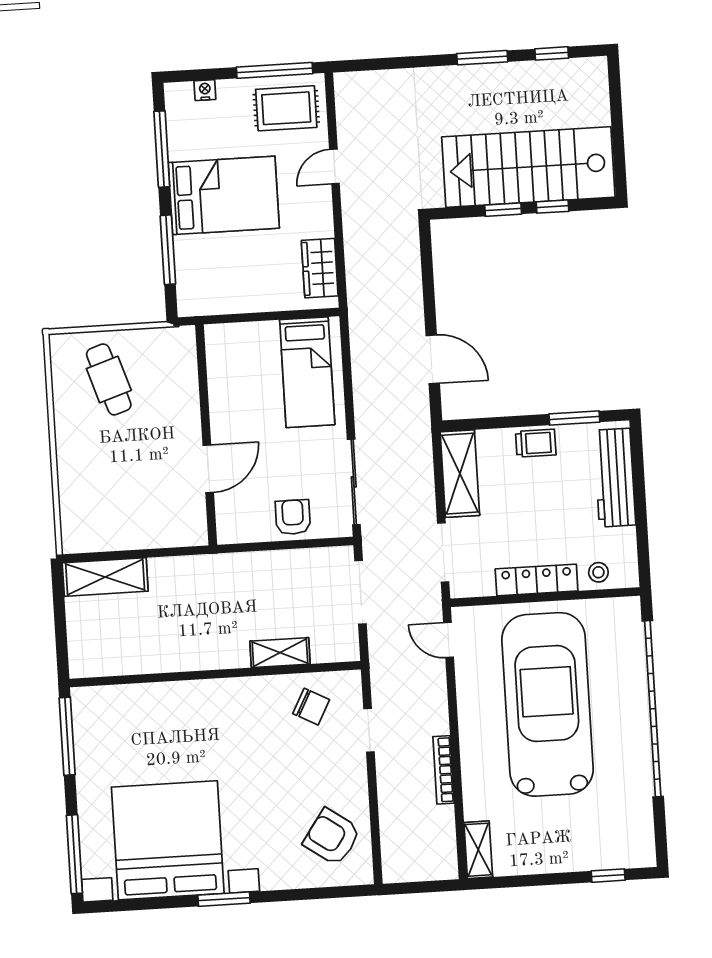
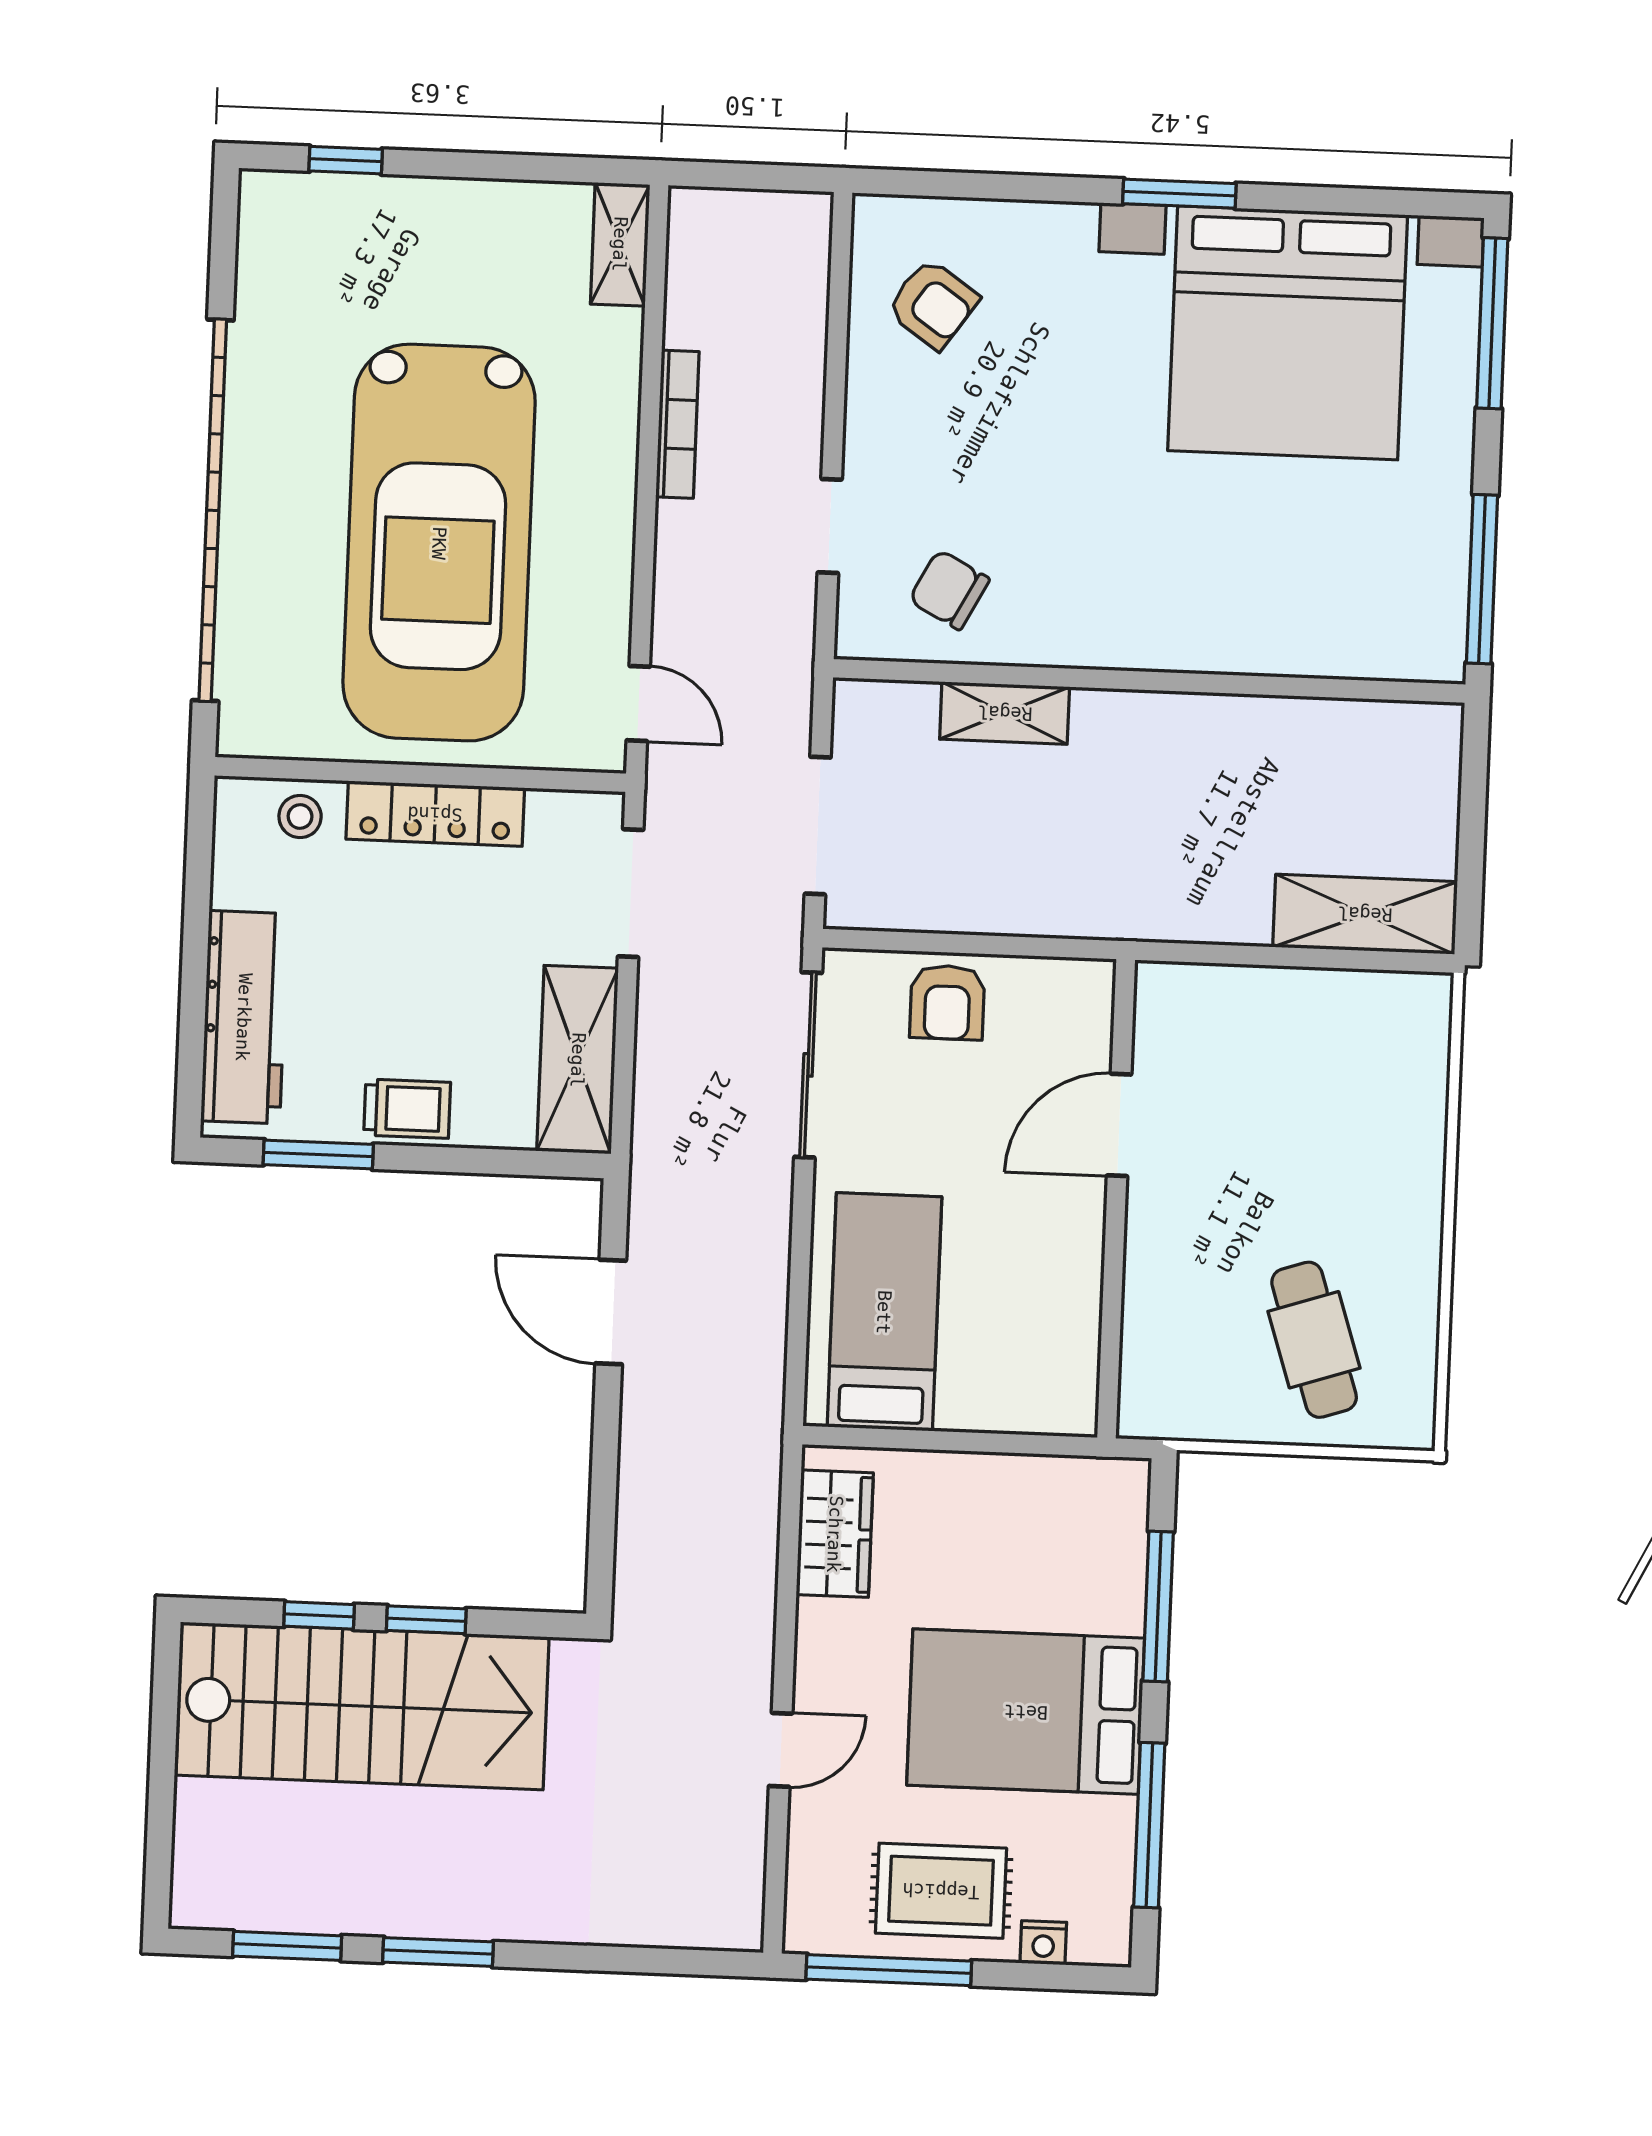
window: (552, 53) -> (287, 1946), width x1.50
rug: (286, 108) -> (941, 1891), moved
trolley: (536, 443) -> (407, 1109), turned 180
armchair: (332, 837) -> (933, 304), width x0.72, depth x0.72

